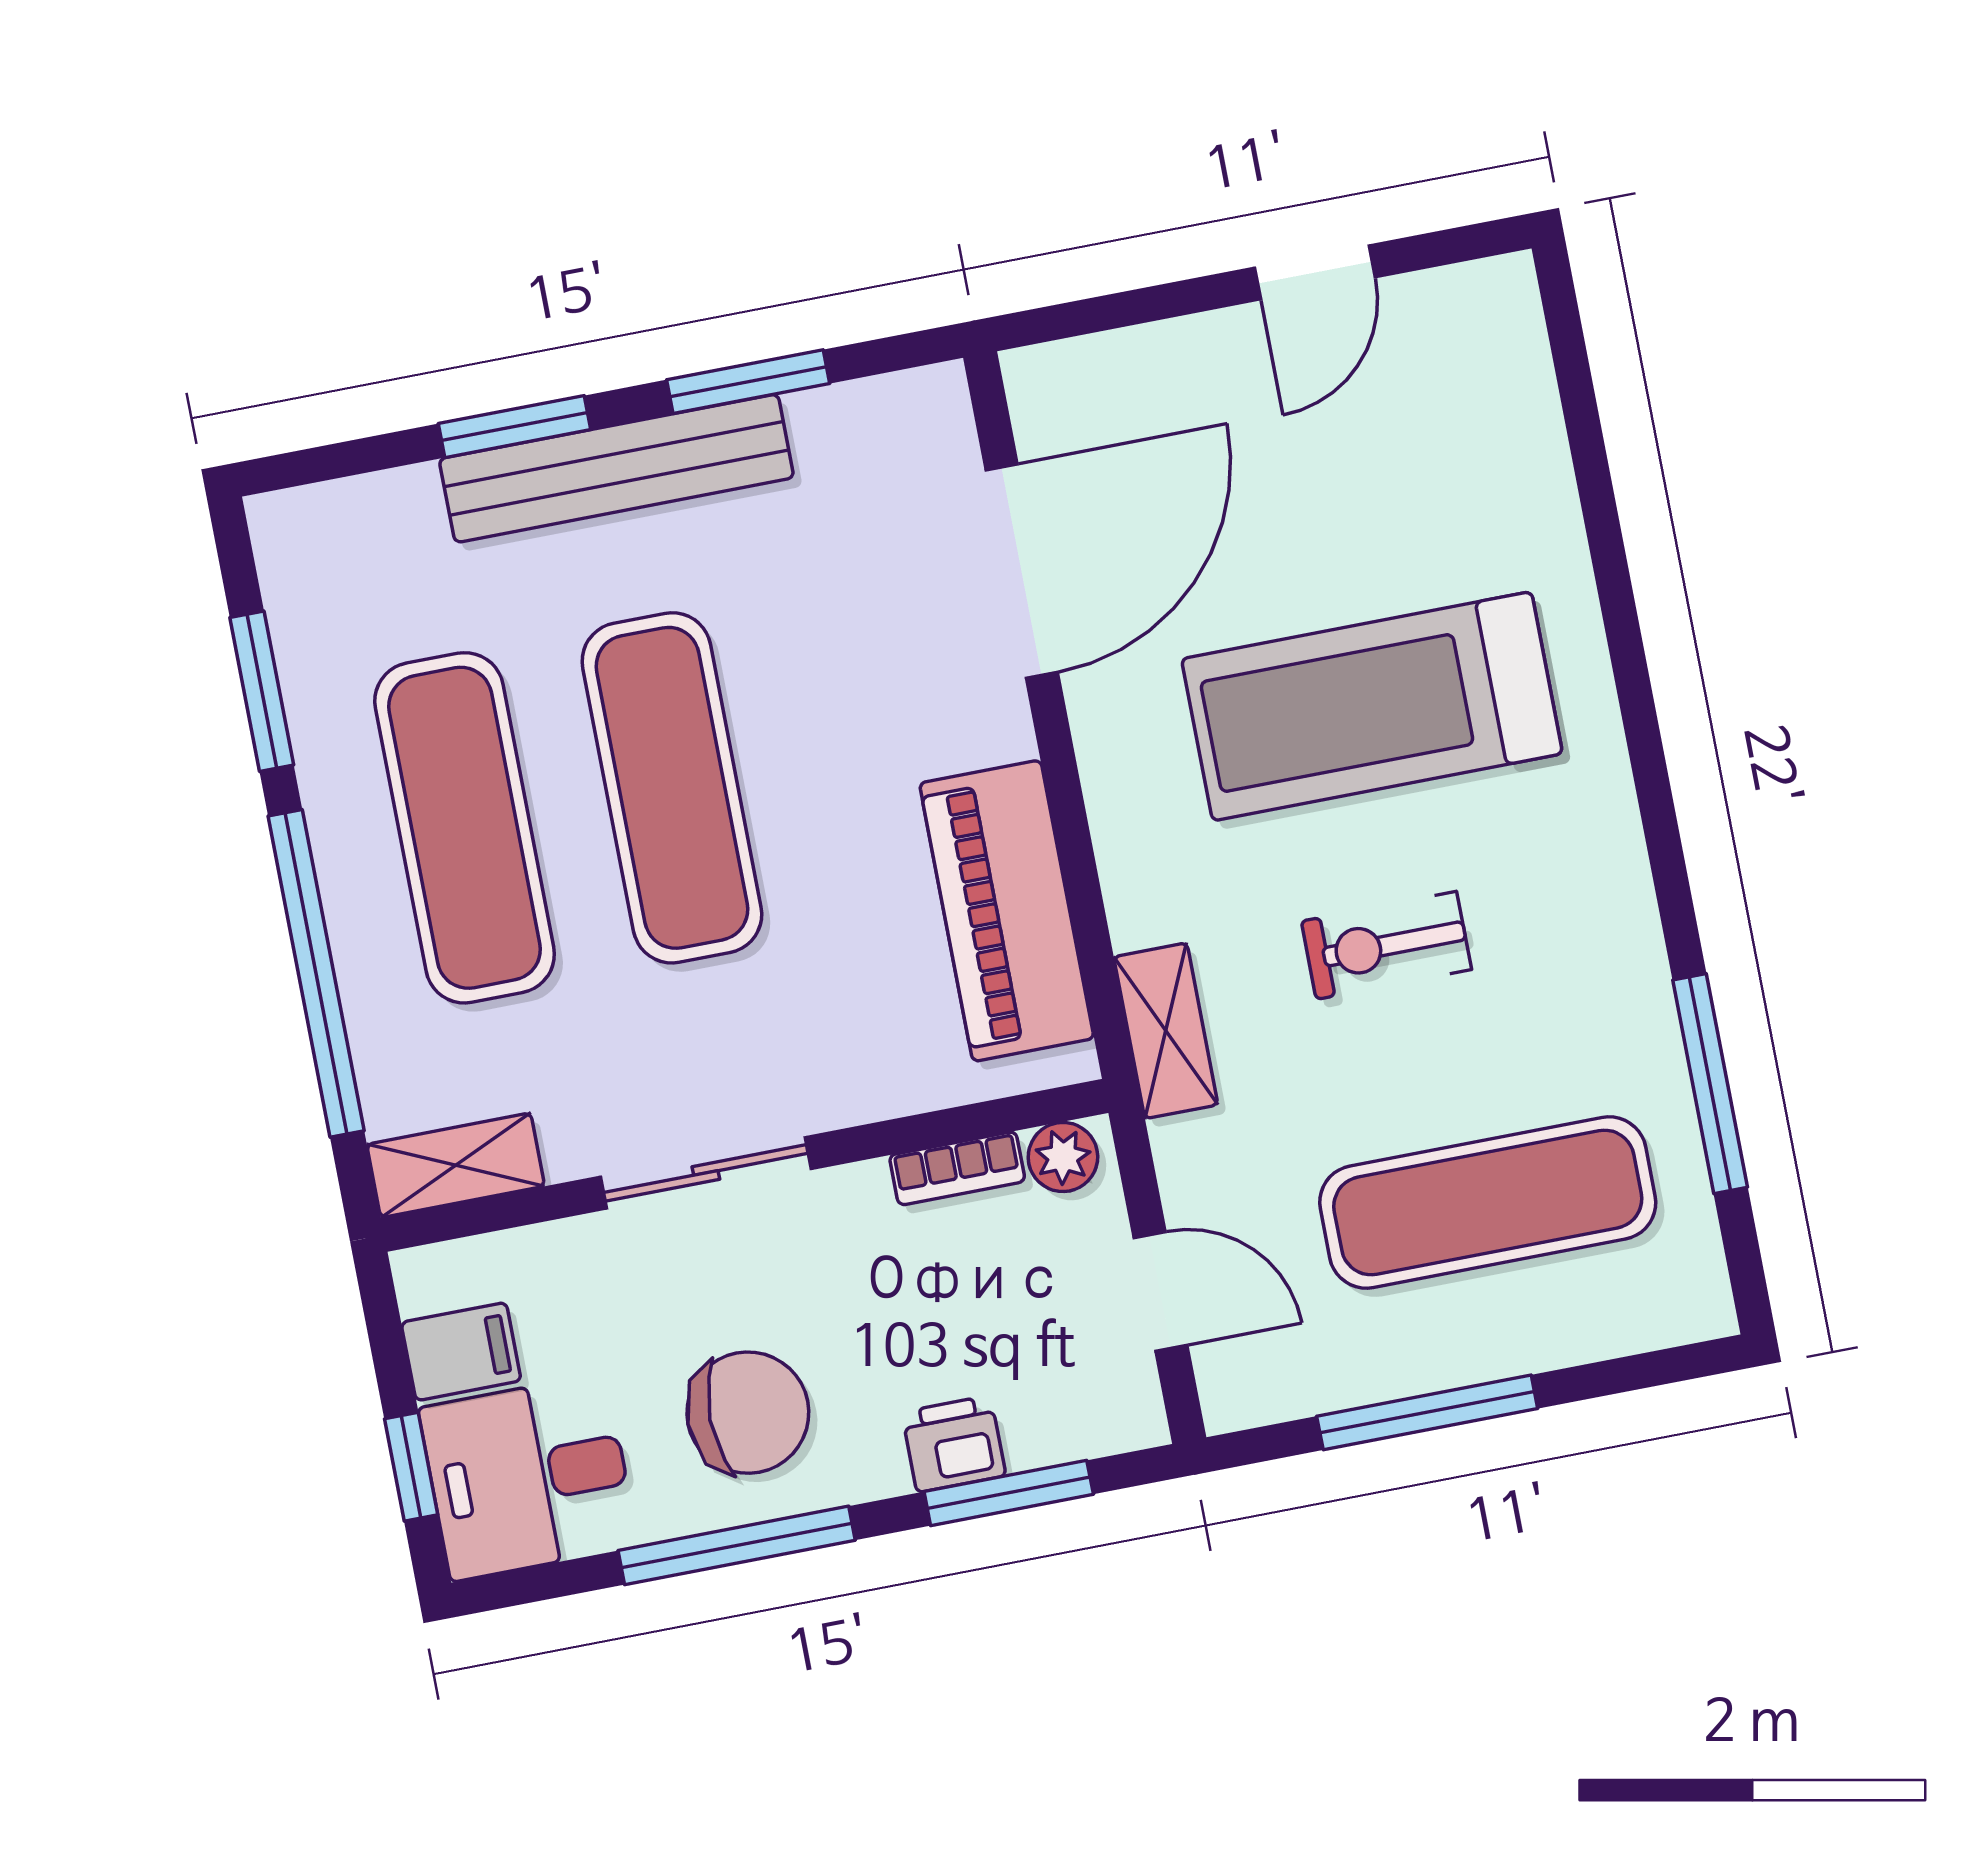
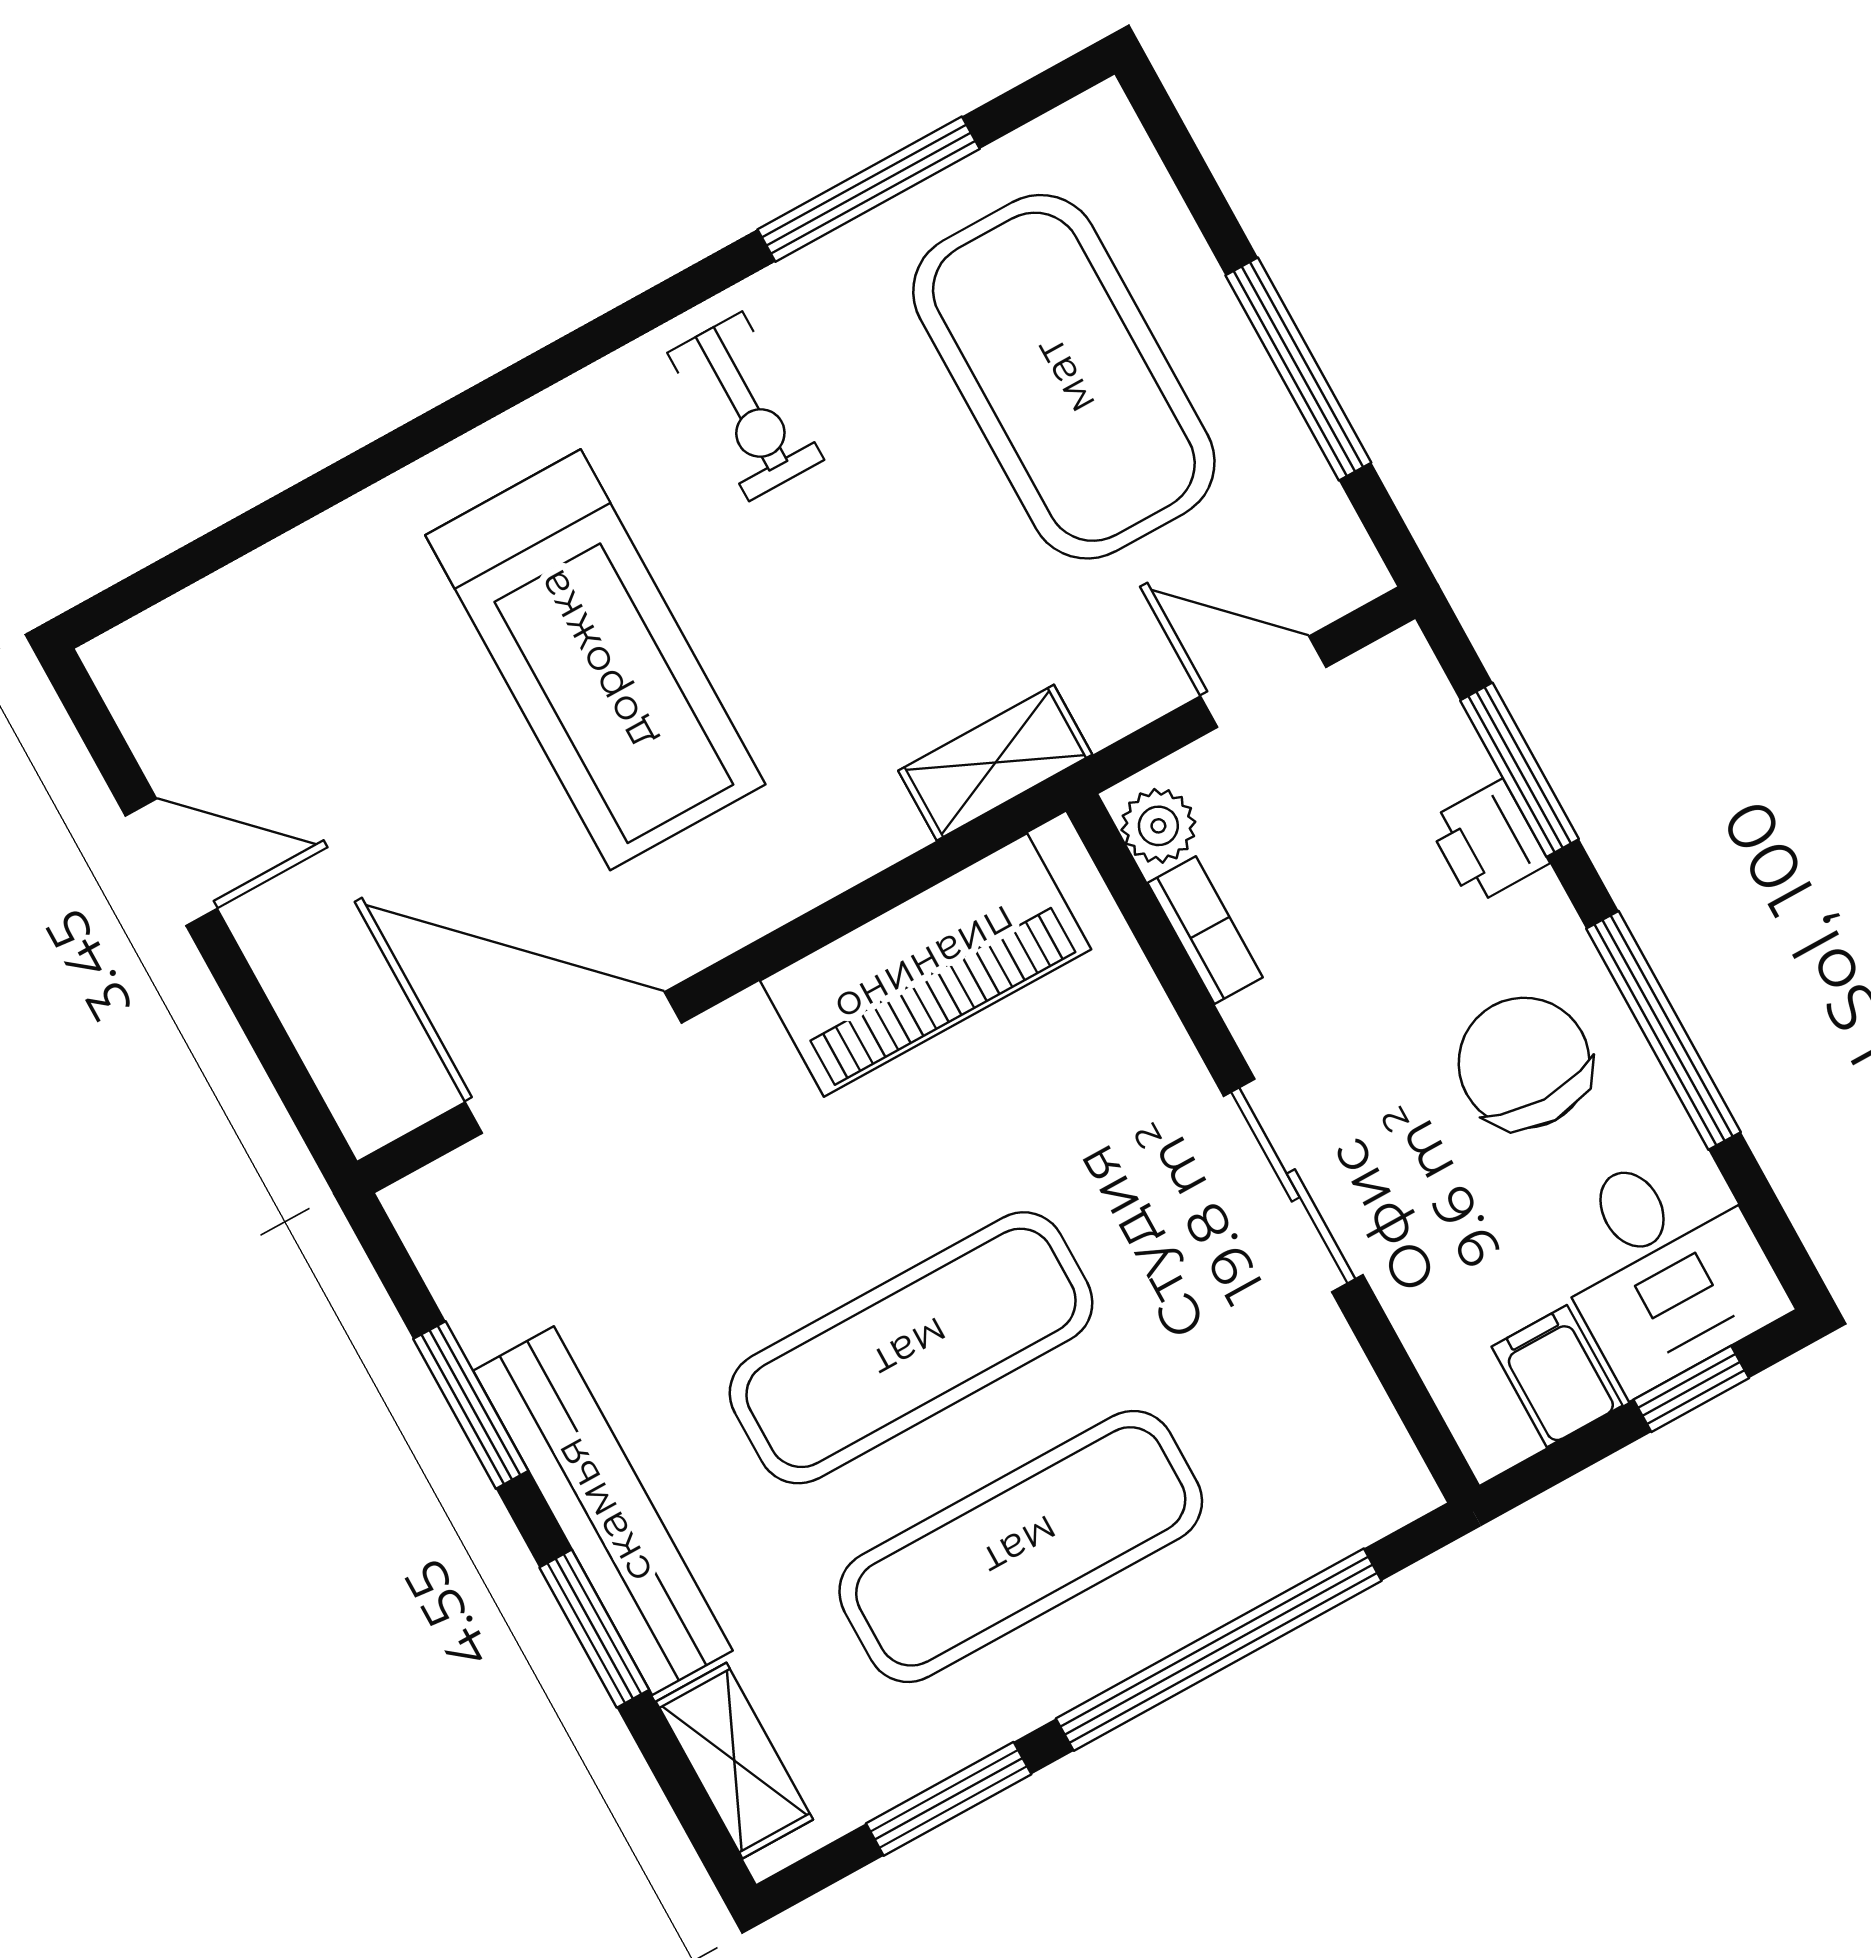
exercise bike: (1386, 945) -> (746, 406), moved
shelving: (456, 1165) -> (734, 1761), moved
exercise mat: (1488, 1202) -> (1064, 377), width x1.47
door: (1160, 1291) -> (1263, 682), hinge flipped

